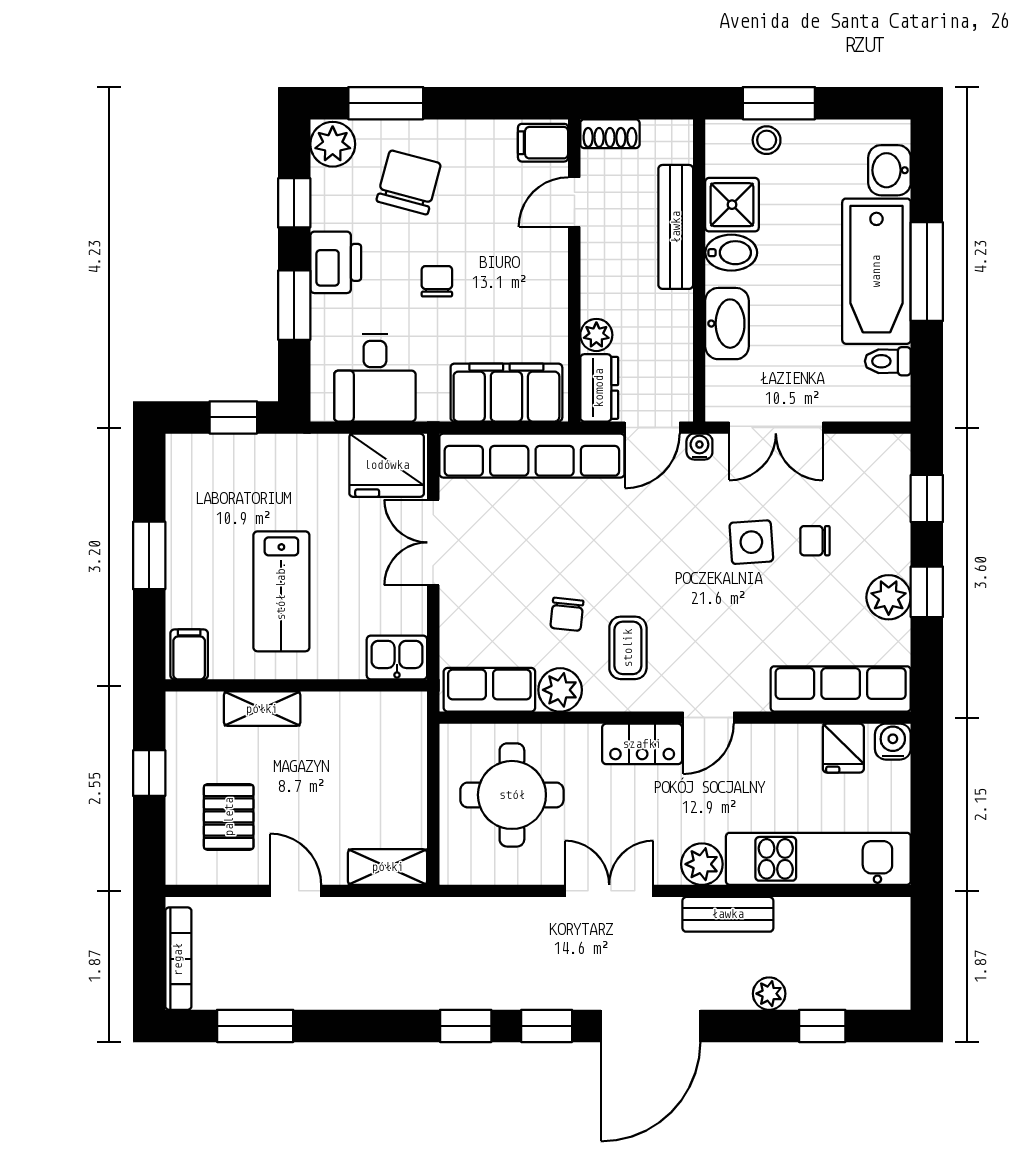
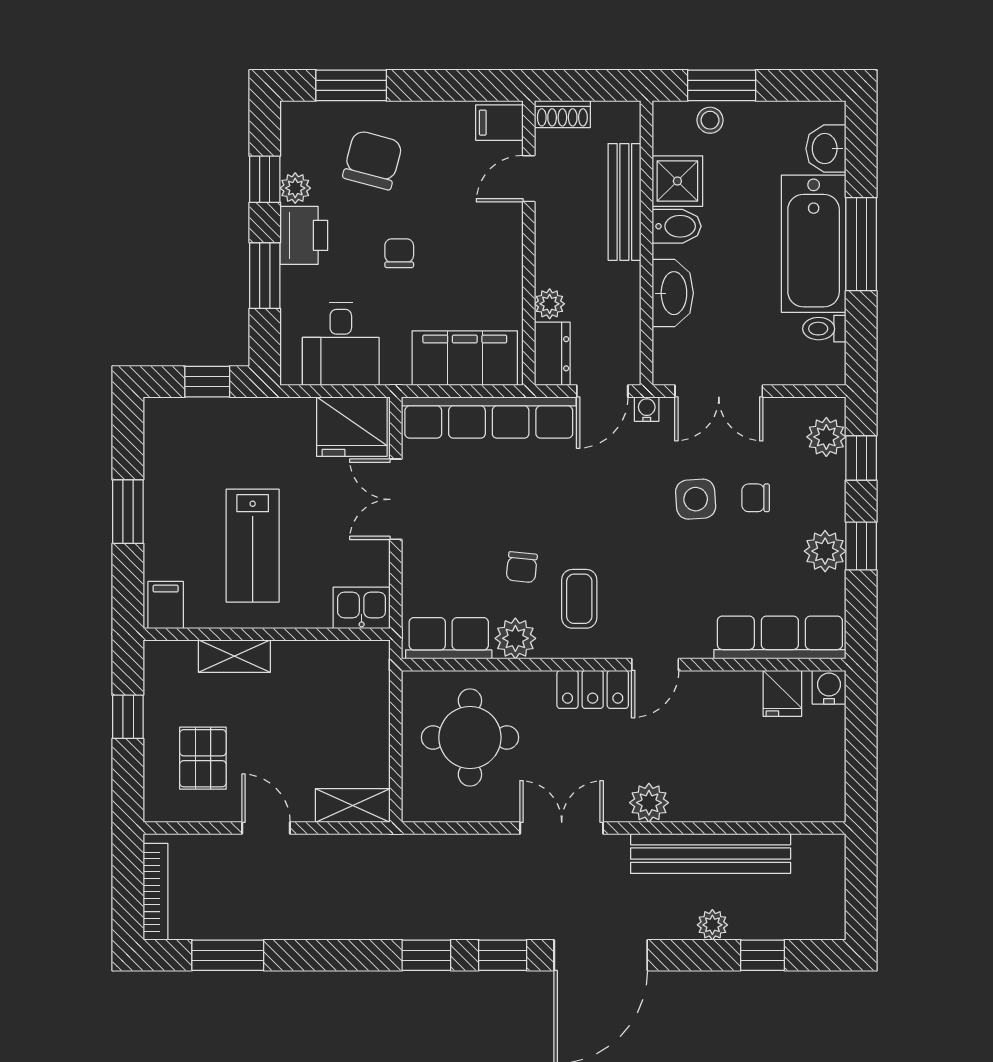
plant: (333, 144) -> (295, 188), moved, width x0.73, depth x0.73
plant: (890, 476) -> (826, 437), added
kitchen unit: (818, 859) -> (759, 798), removed
bench: (728, 914) -> (711, 854), width x1.86, depth x1.21

